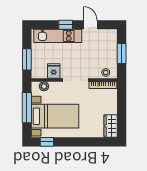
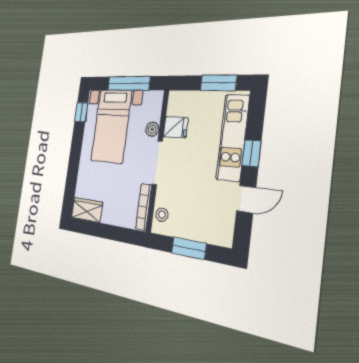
window: (27, 59) -> (218, 83), moved
plant: (44, 86) -> (152, 129), moved

